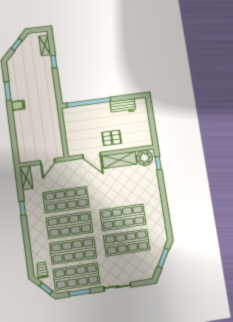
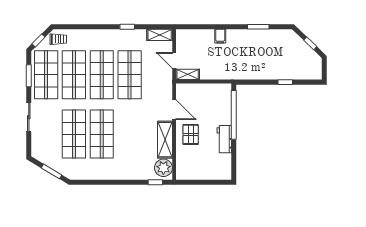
shelving: (45, 45) -> (188, 74), moved
filing cabinet: (18, 105) -> (220, 36), moved
workbench: (123, 106) -> (224, 139), moved
door: (92, 155) -> (174, 110), swing flipped

